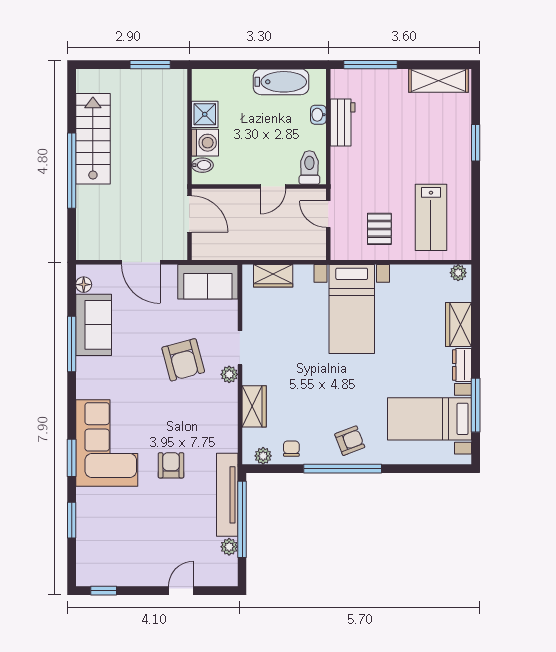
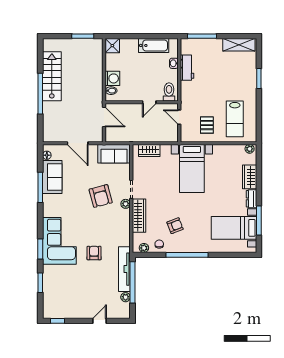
shower: (205, 114) -> (112, 46), moved
wardrobe: (254, 406) -> (139, 216), width x1.50
armchair: (350, 441) -> (175, 226), moved

